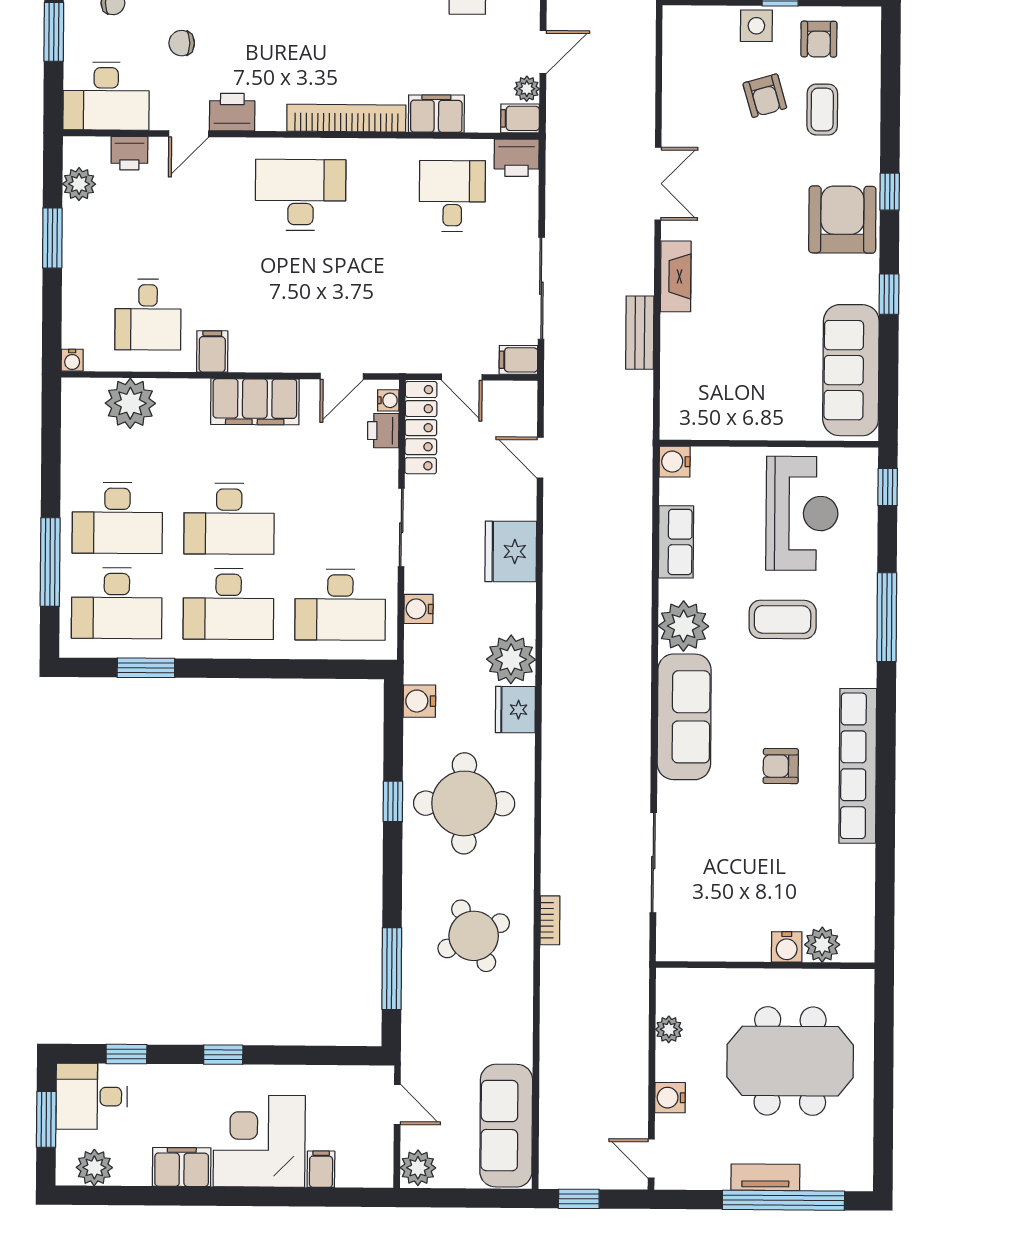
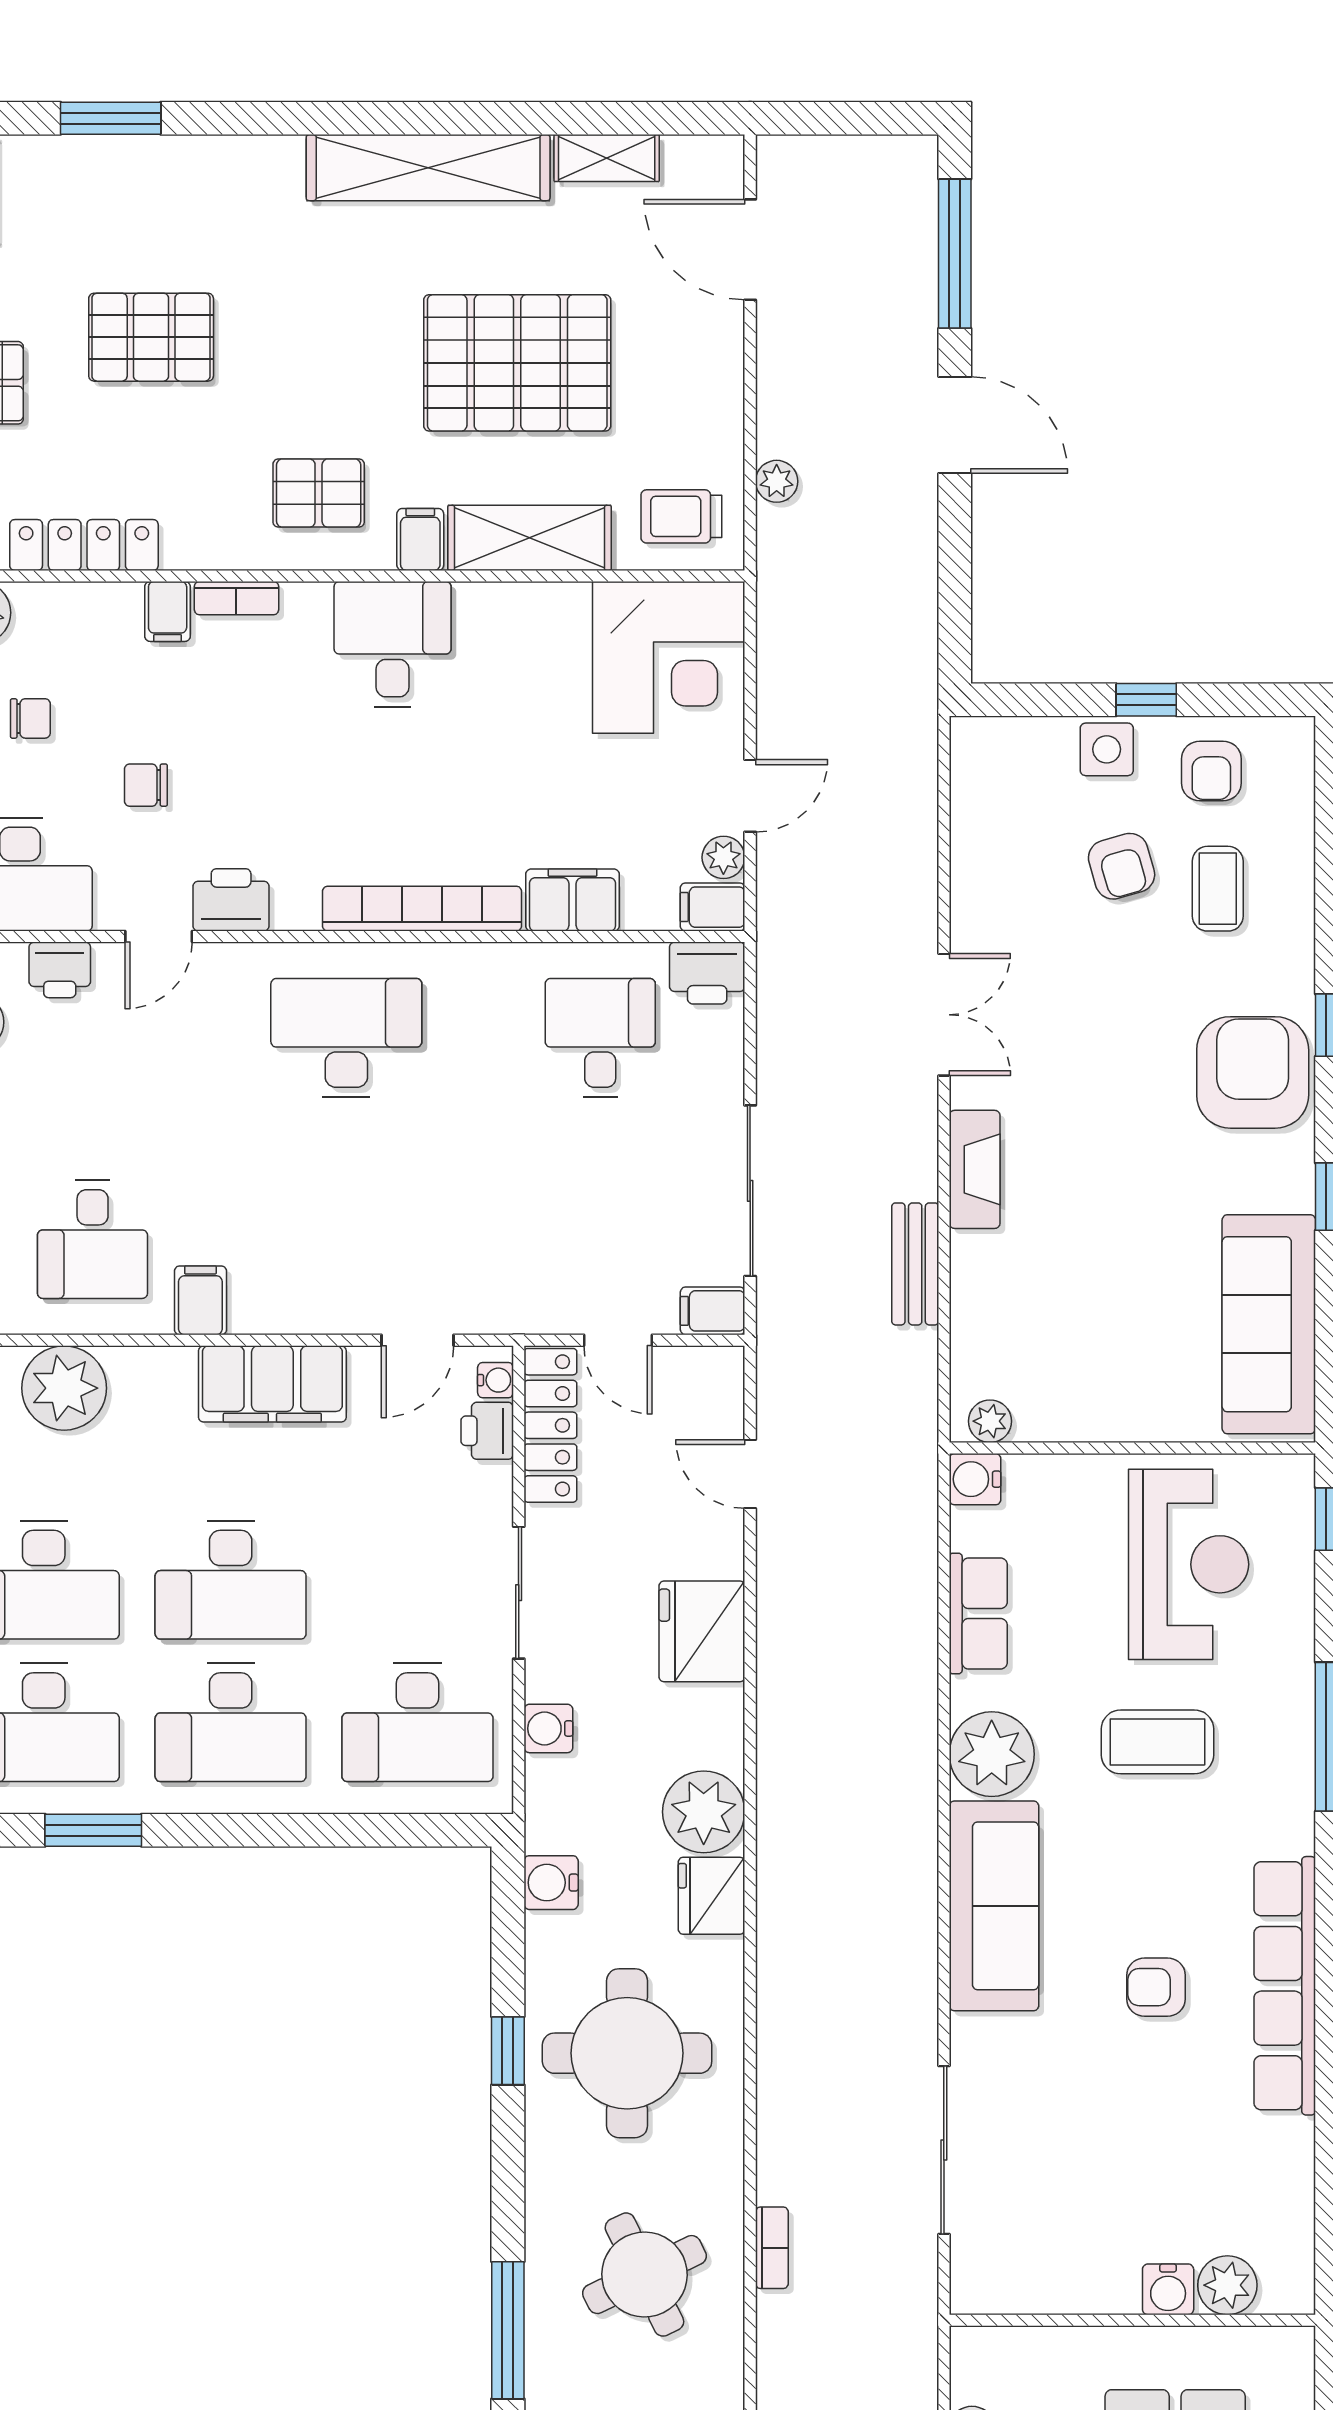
plant: (684, 427) -> (990, 1421), added

